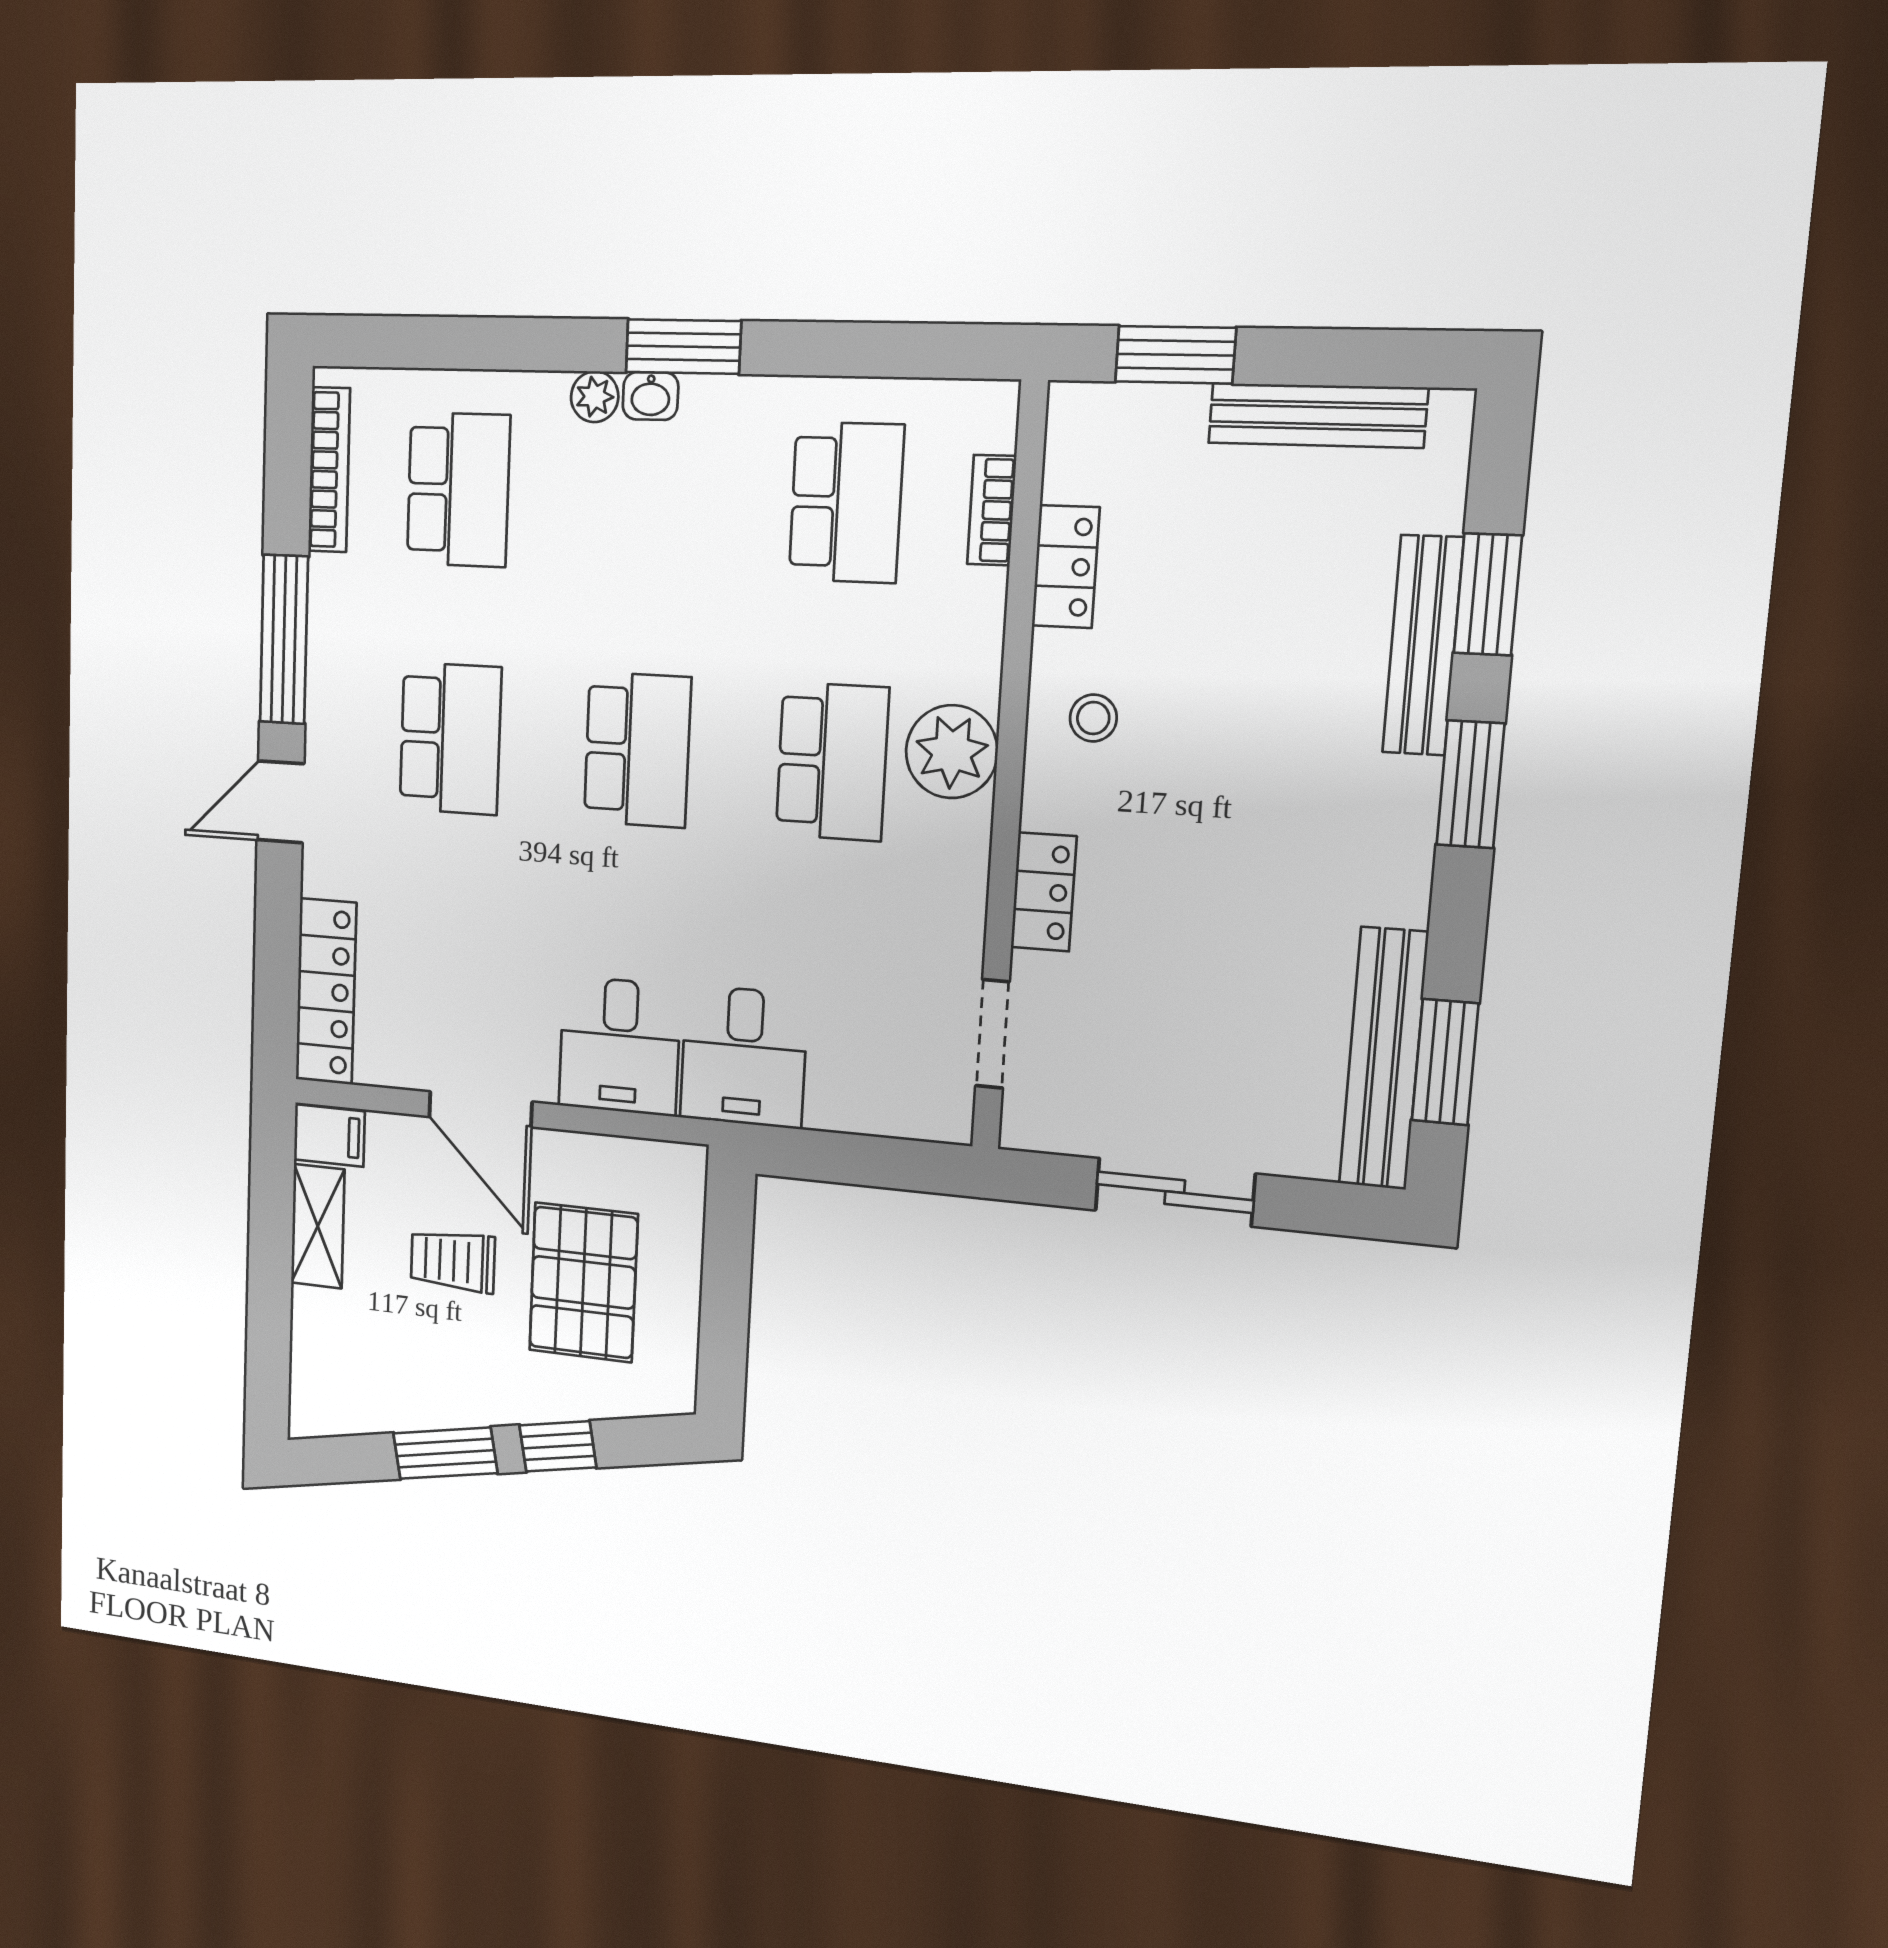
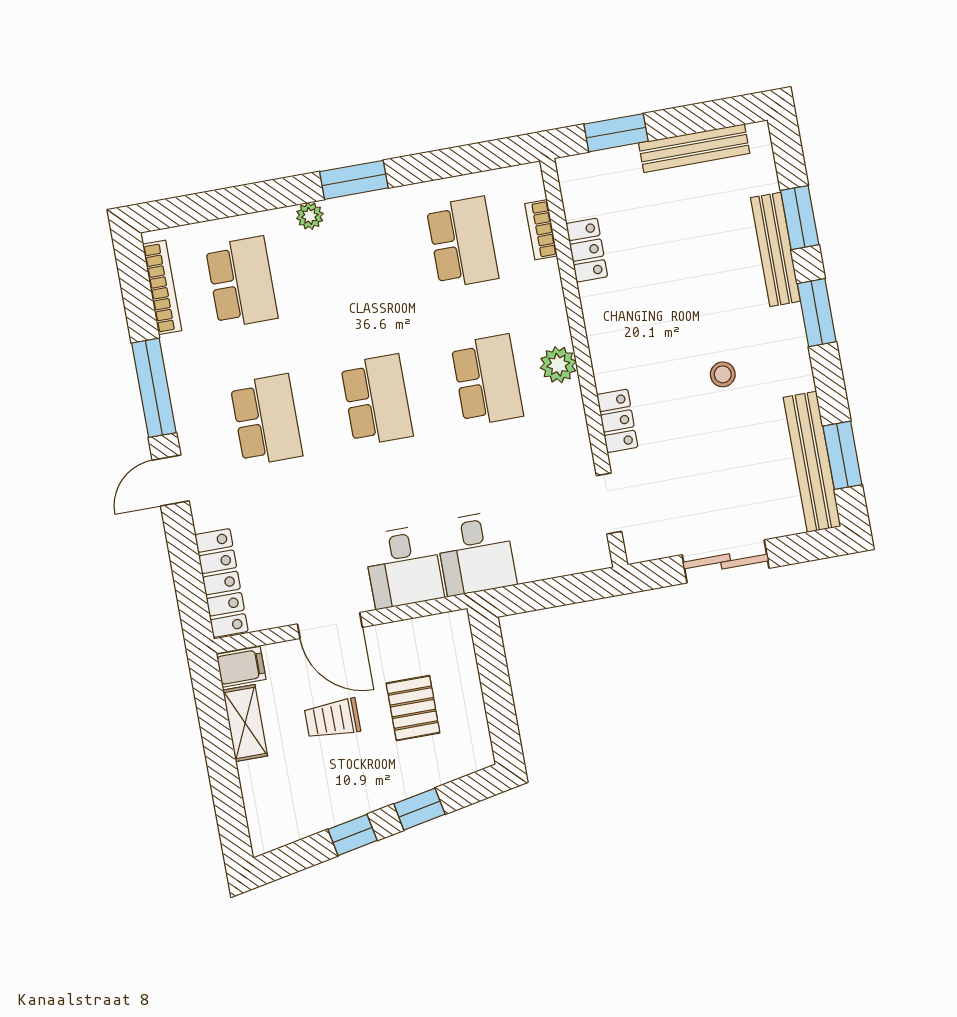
washbasin: (650, 396) -> (341, 209), removed
stool: (1093, 718) -> (723, 374), moved
plant: (952, 752) -> (558, 365), width x0.73, depth x0.73
pallet: (583, 1282) -> (413, 708), width x0.67, depth x0.71
window: (445, 1453) -> (353, 835), width x0.67

